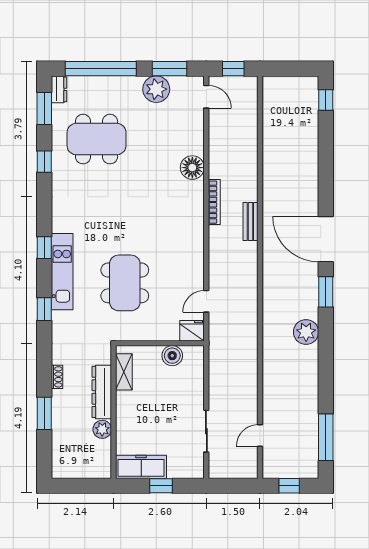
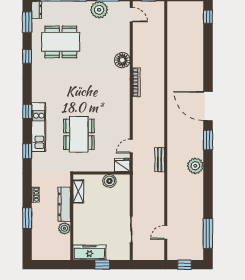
bench: (250, 222) -> (160, 160), moved

